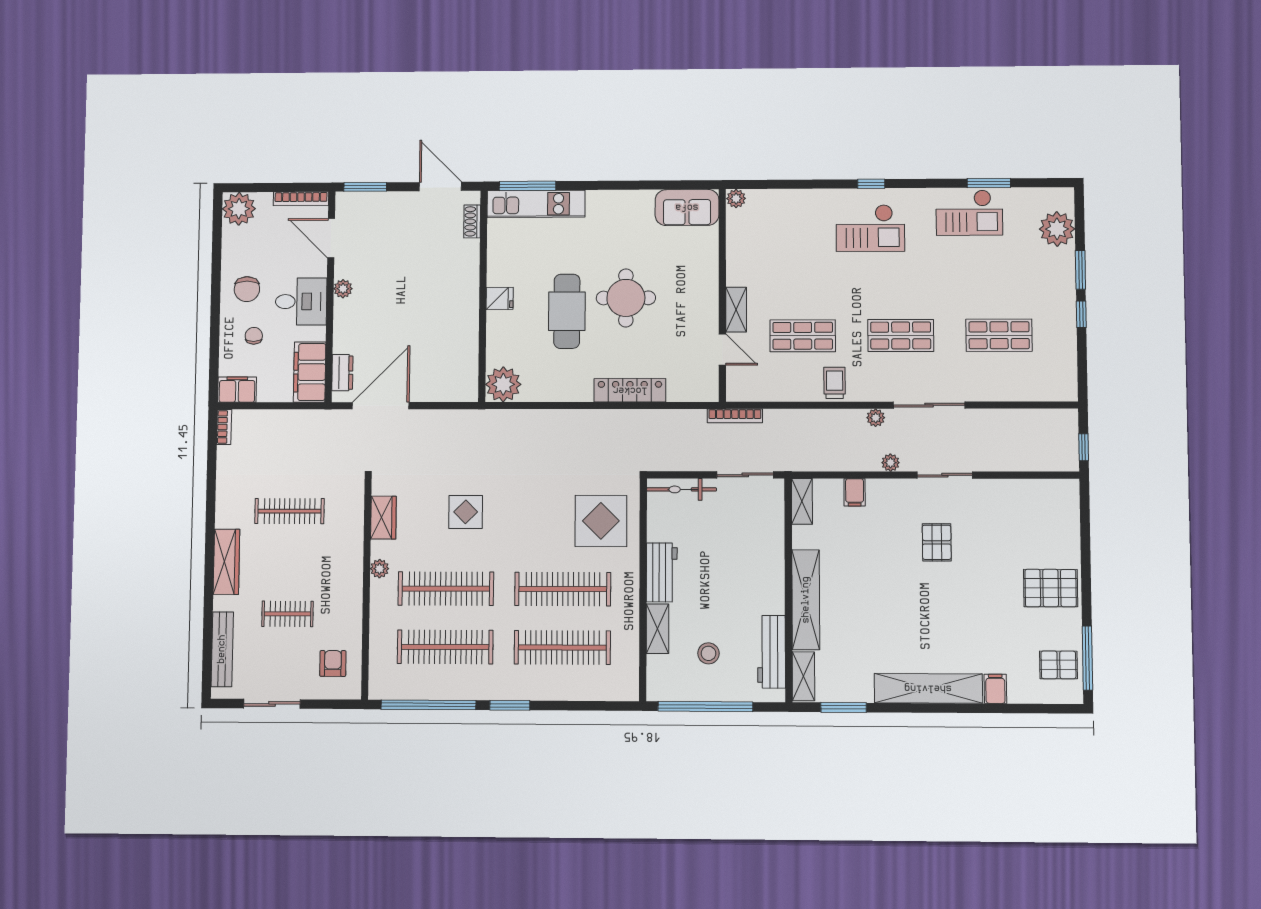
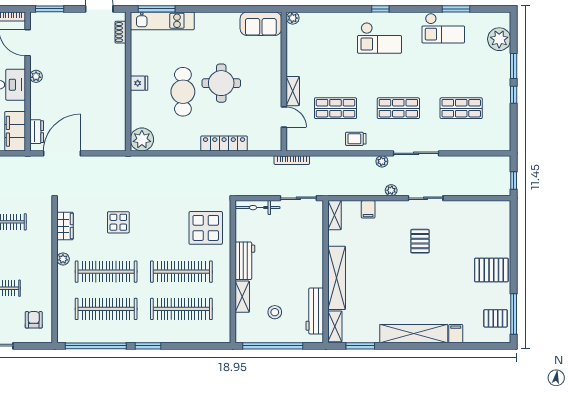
trolley: (835, 383) -> (356, 139), turned -90

